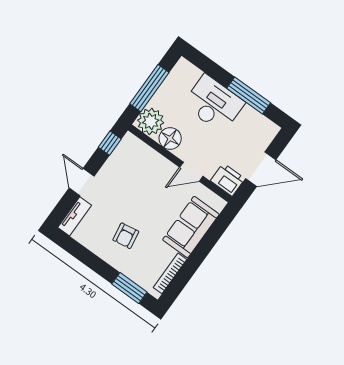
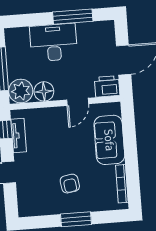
tv unit: (75, 216) -> (19, 135), moved
window: (129, 288) -> (76, 219), moved

